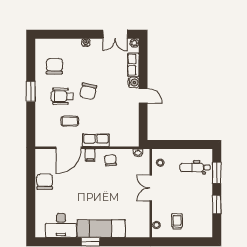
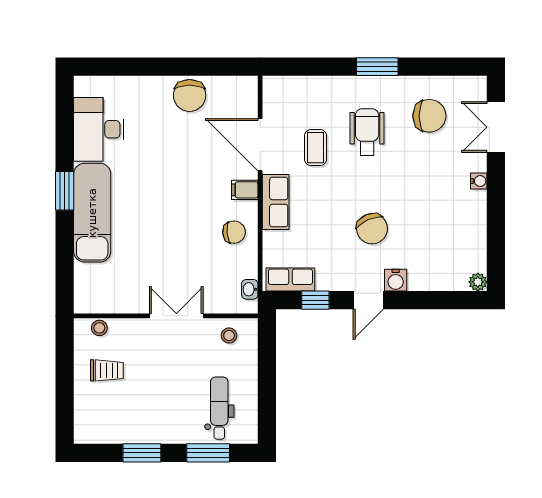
double door: (115, 34) -> (496, 127), moved
row of seats: (133, 65) -> (290, 280), moved
chair: (88, 91) -> (372, 229), moved, turned -125
window: (143, 121) -> (315, 300), added
chair: (45, 182) -> (190, 95), turned 90

